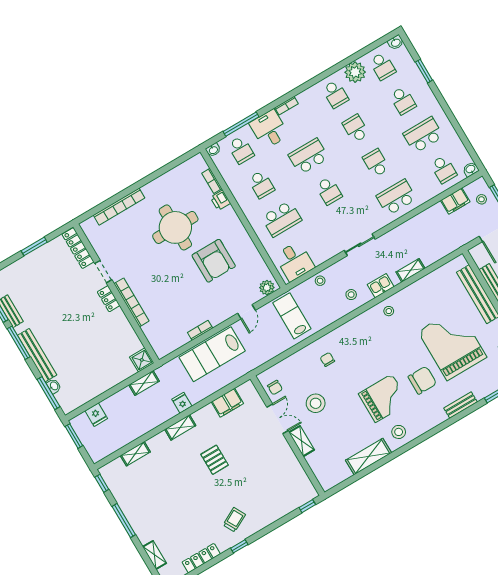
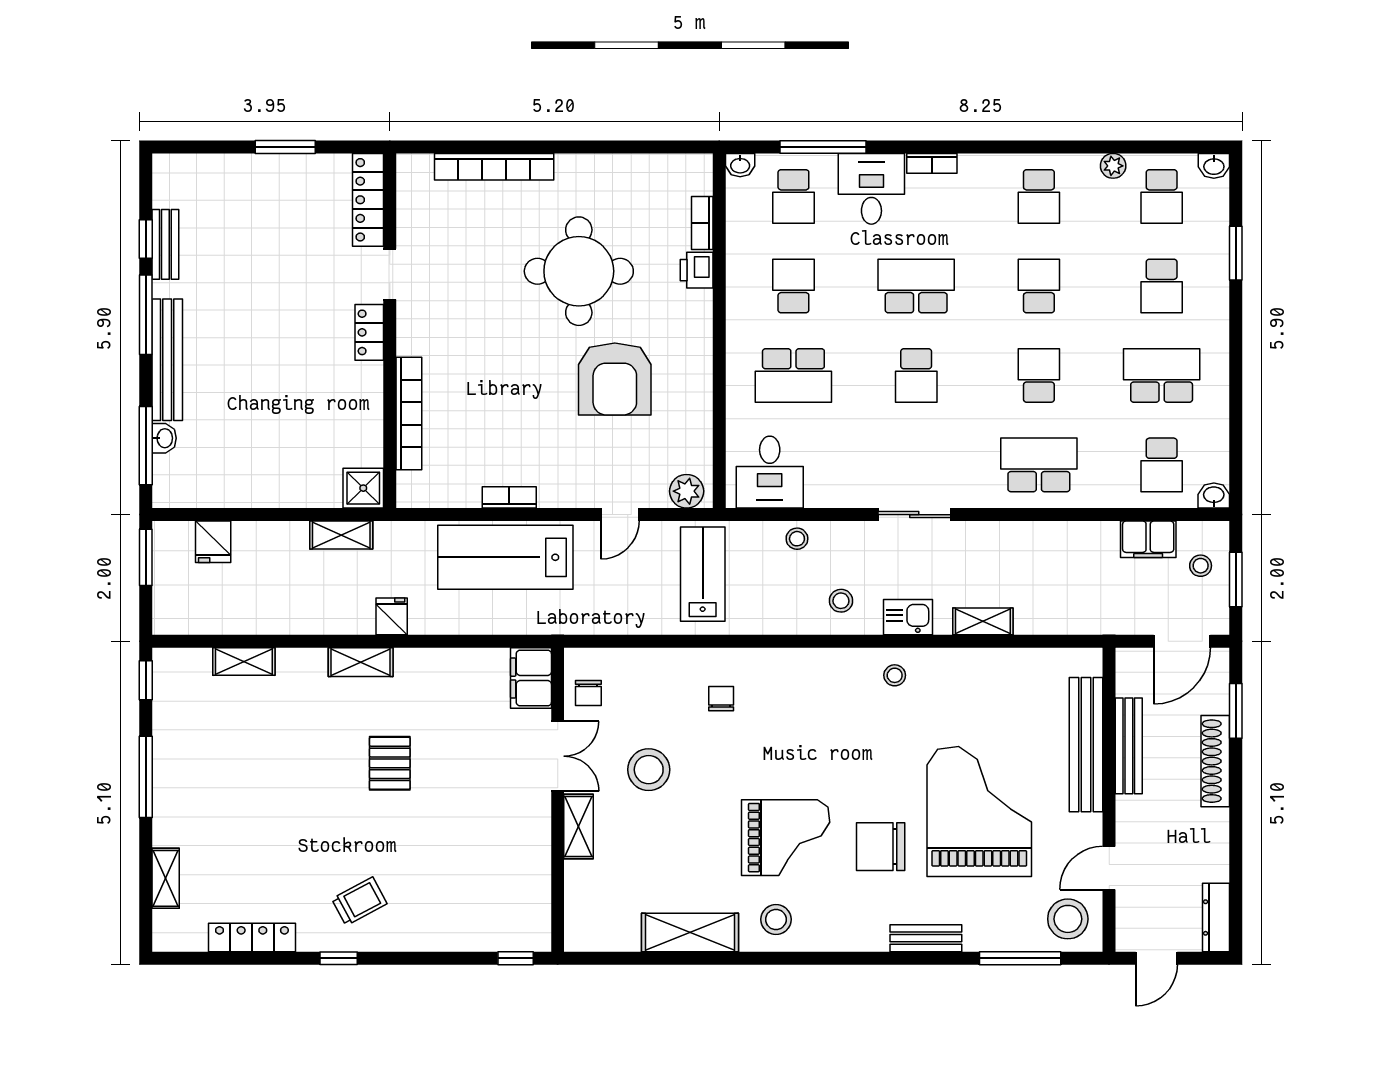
plant: (355, 72) -> (1113, 166), width x0.53, depth x0.53
school desk: (261, 184) -> (793, 286), turned 180
bookcase: (131, 302) -> (409, 413), moved
chair: (422, 380) -> (881, 847), turned 180
filing cabinet: (227, 403) -> (531, 678), moved, turned 90

